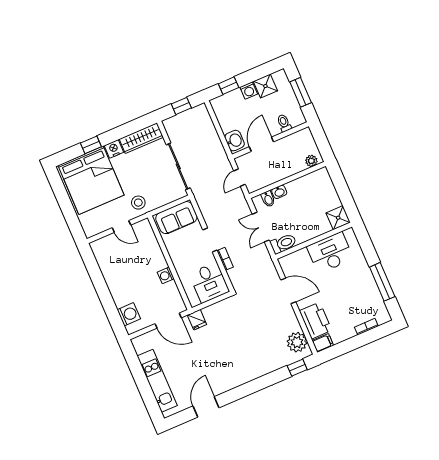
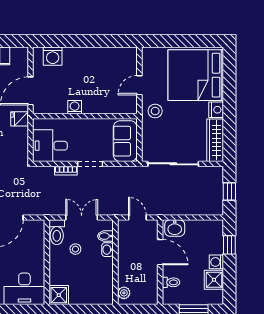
window: (91, 145) -> (229, 89), removed
stool: (291, 220) -> (75, 249), added
desk: (330, 253) -> (24, 289), moved, turned 90

